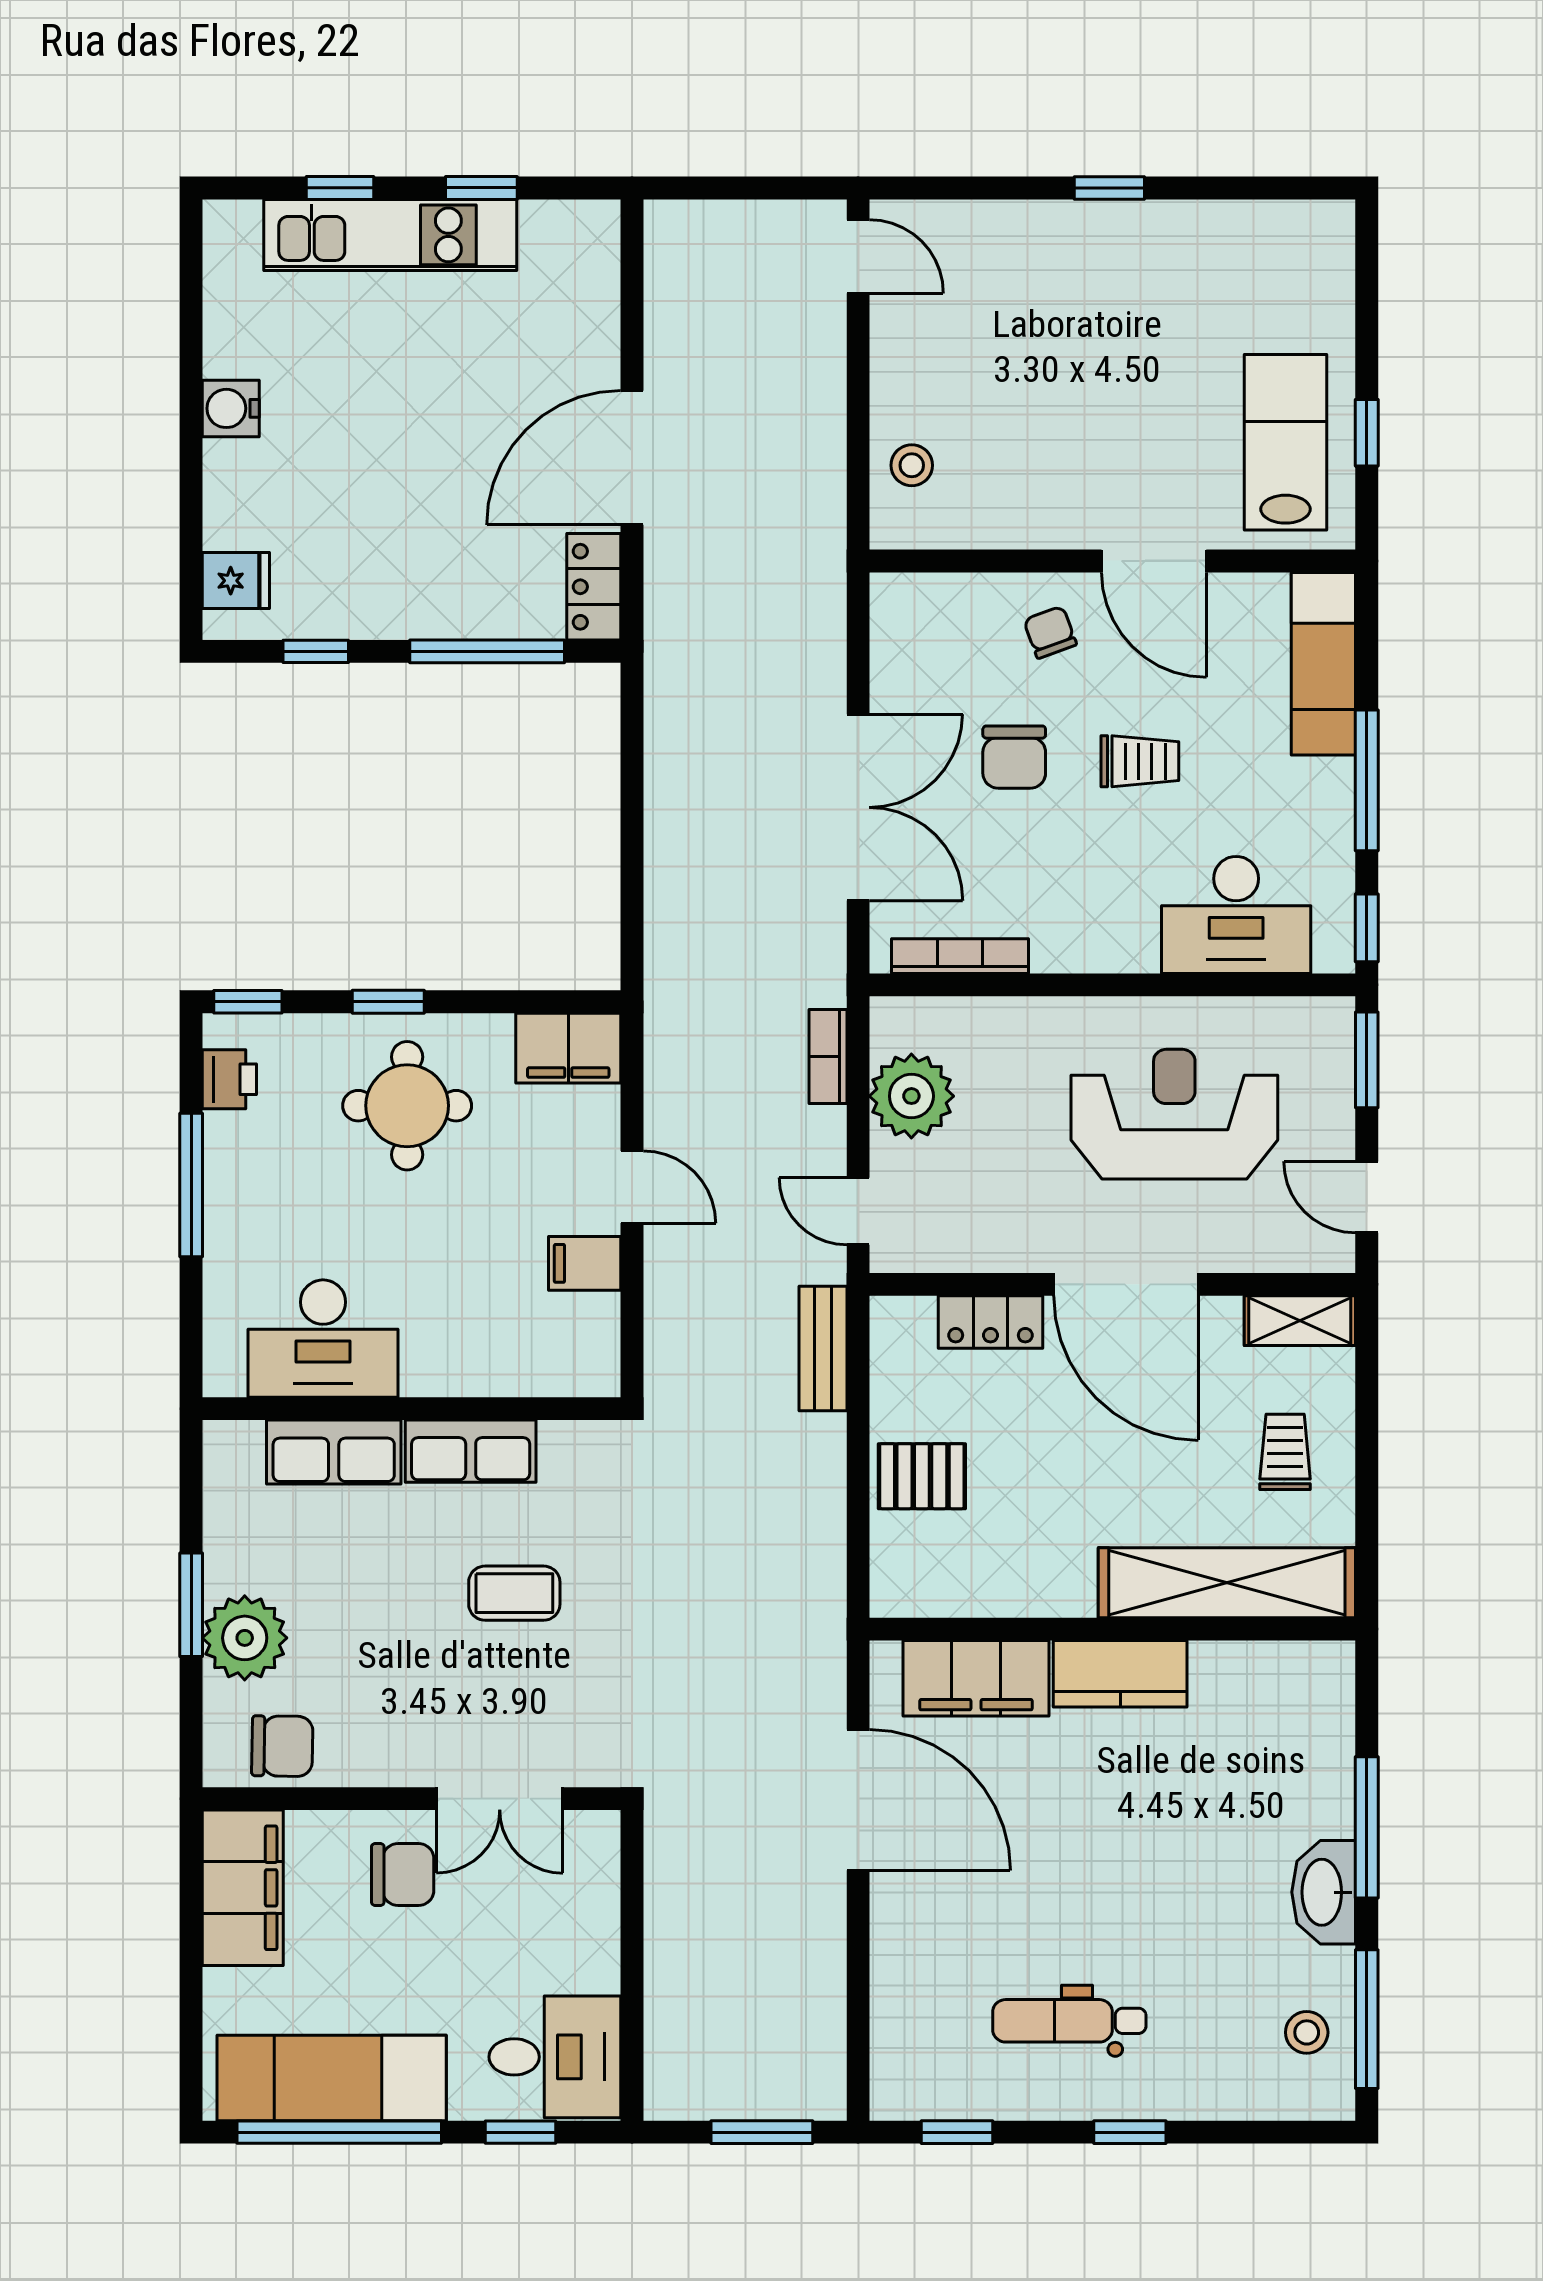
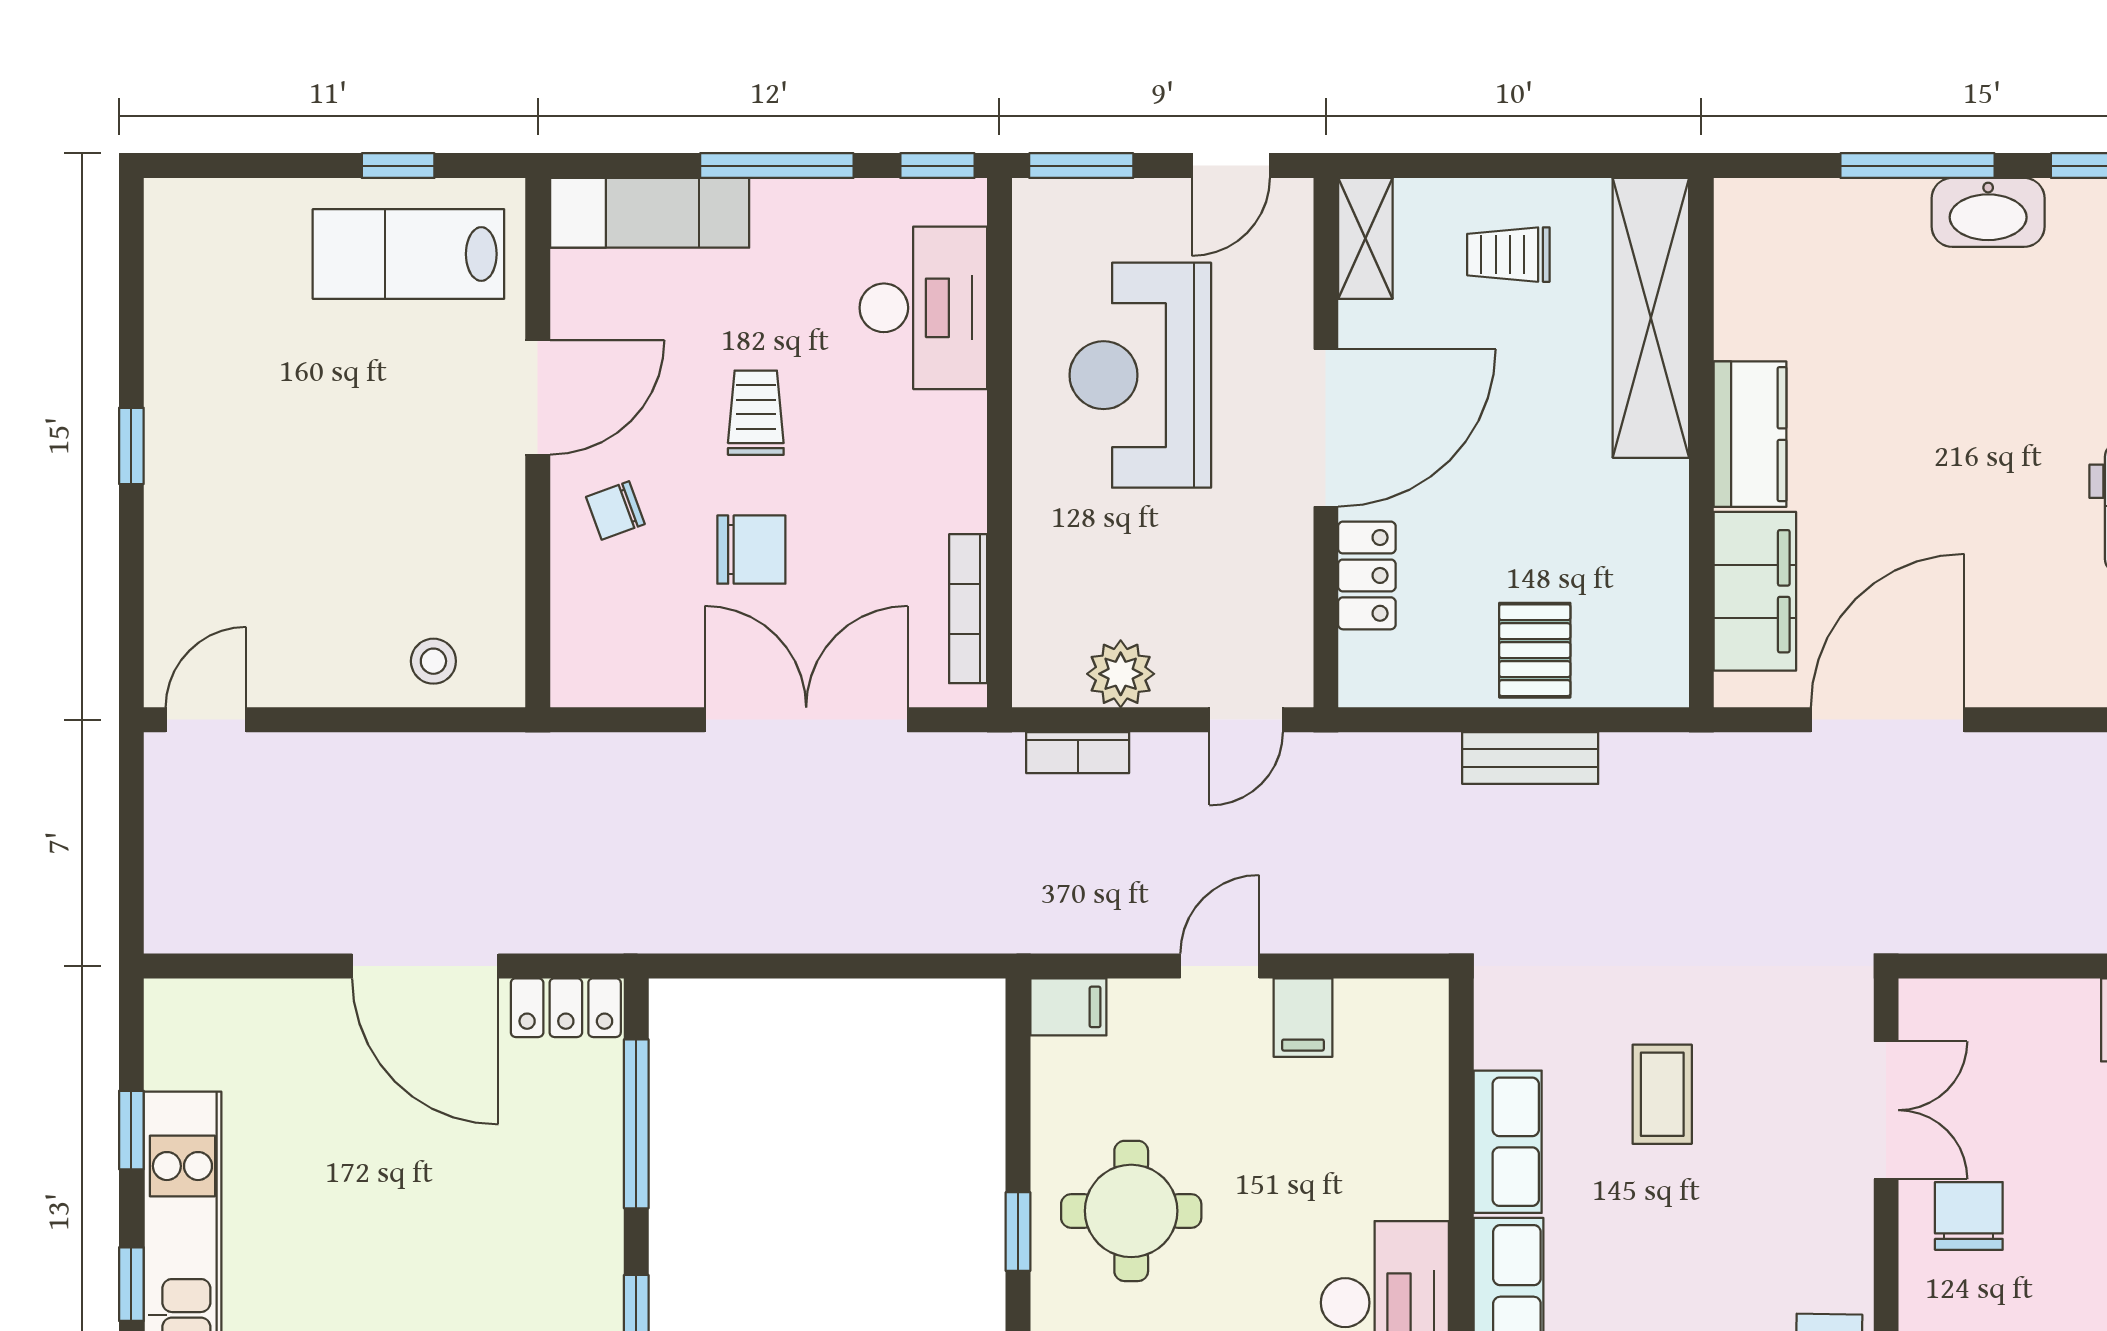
filing cabinet: (568, 1048) -> (1068, 1007), width x0.50
plant: (911, 1096) -> (1121, 674), width x0.73, depth x0.73
bench: (823, 1348) -> (1530, 758), moved

